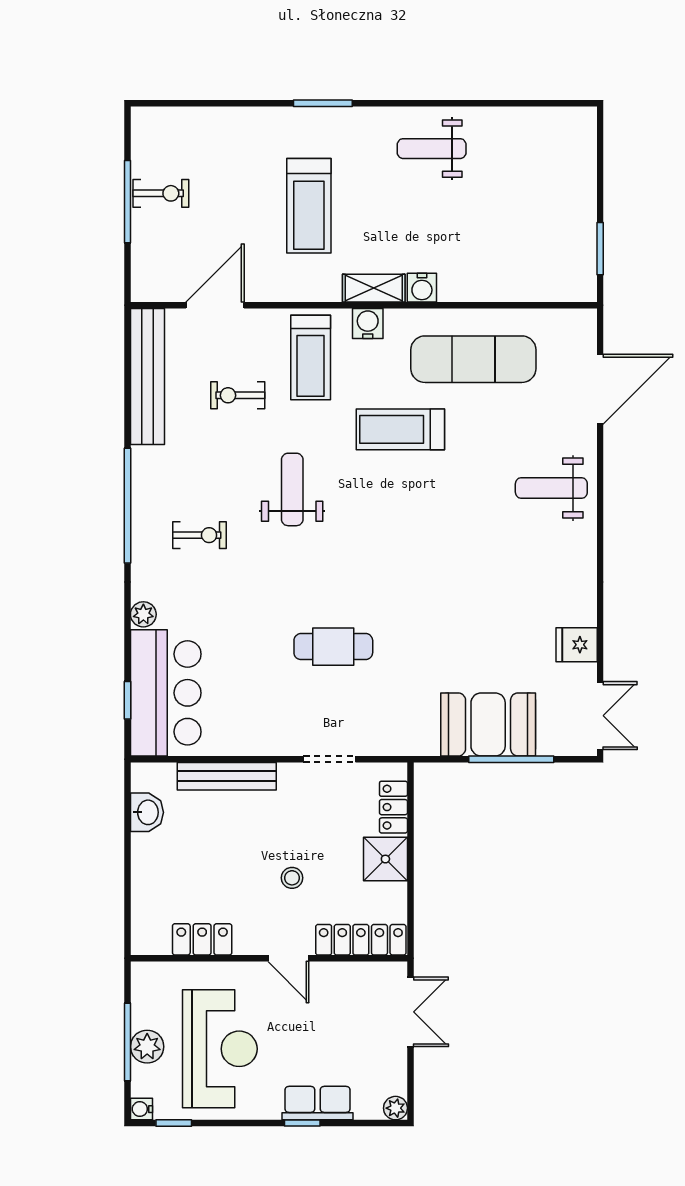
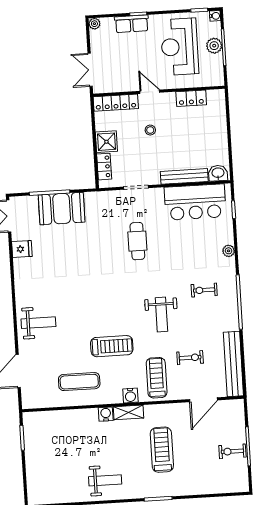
exercise mat: (473, 359) -> (79, 382), width x0.73, depth x0.69
cafe table: (333, 647) -> (137, 241), turned 90
bar counter: (166, 693) -> (195, 202), moved, turned -90
washbasin: (147, 812) -> (218, 173), moved, turned 90

